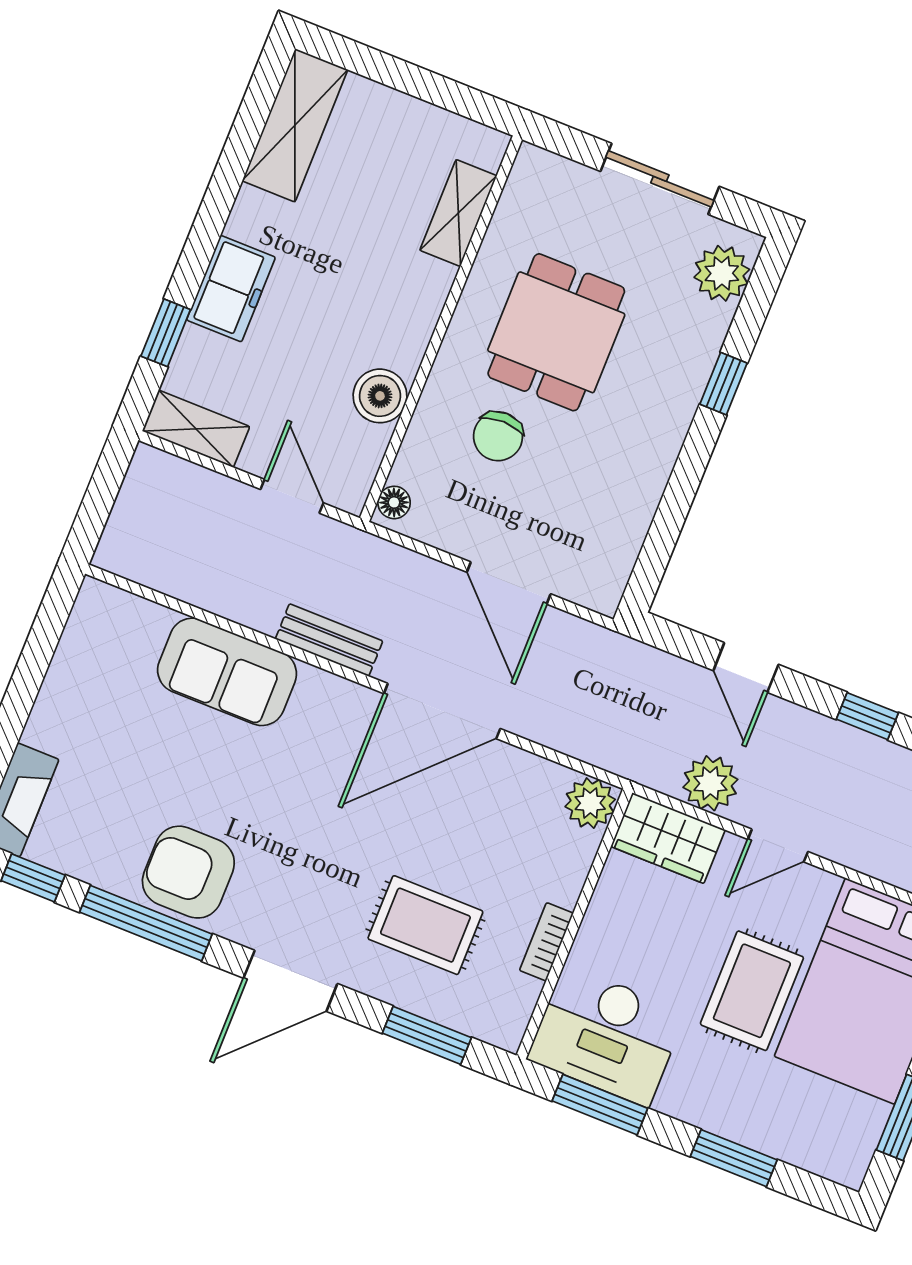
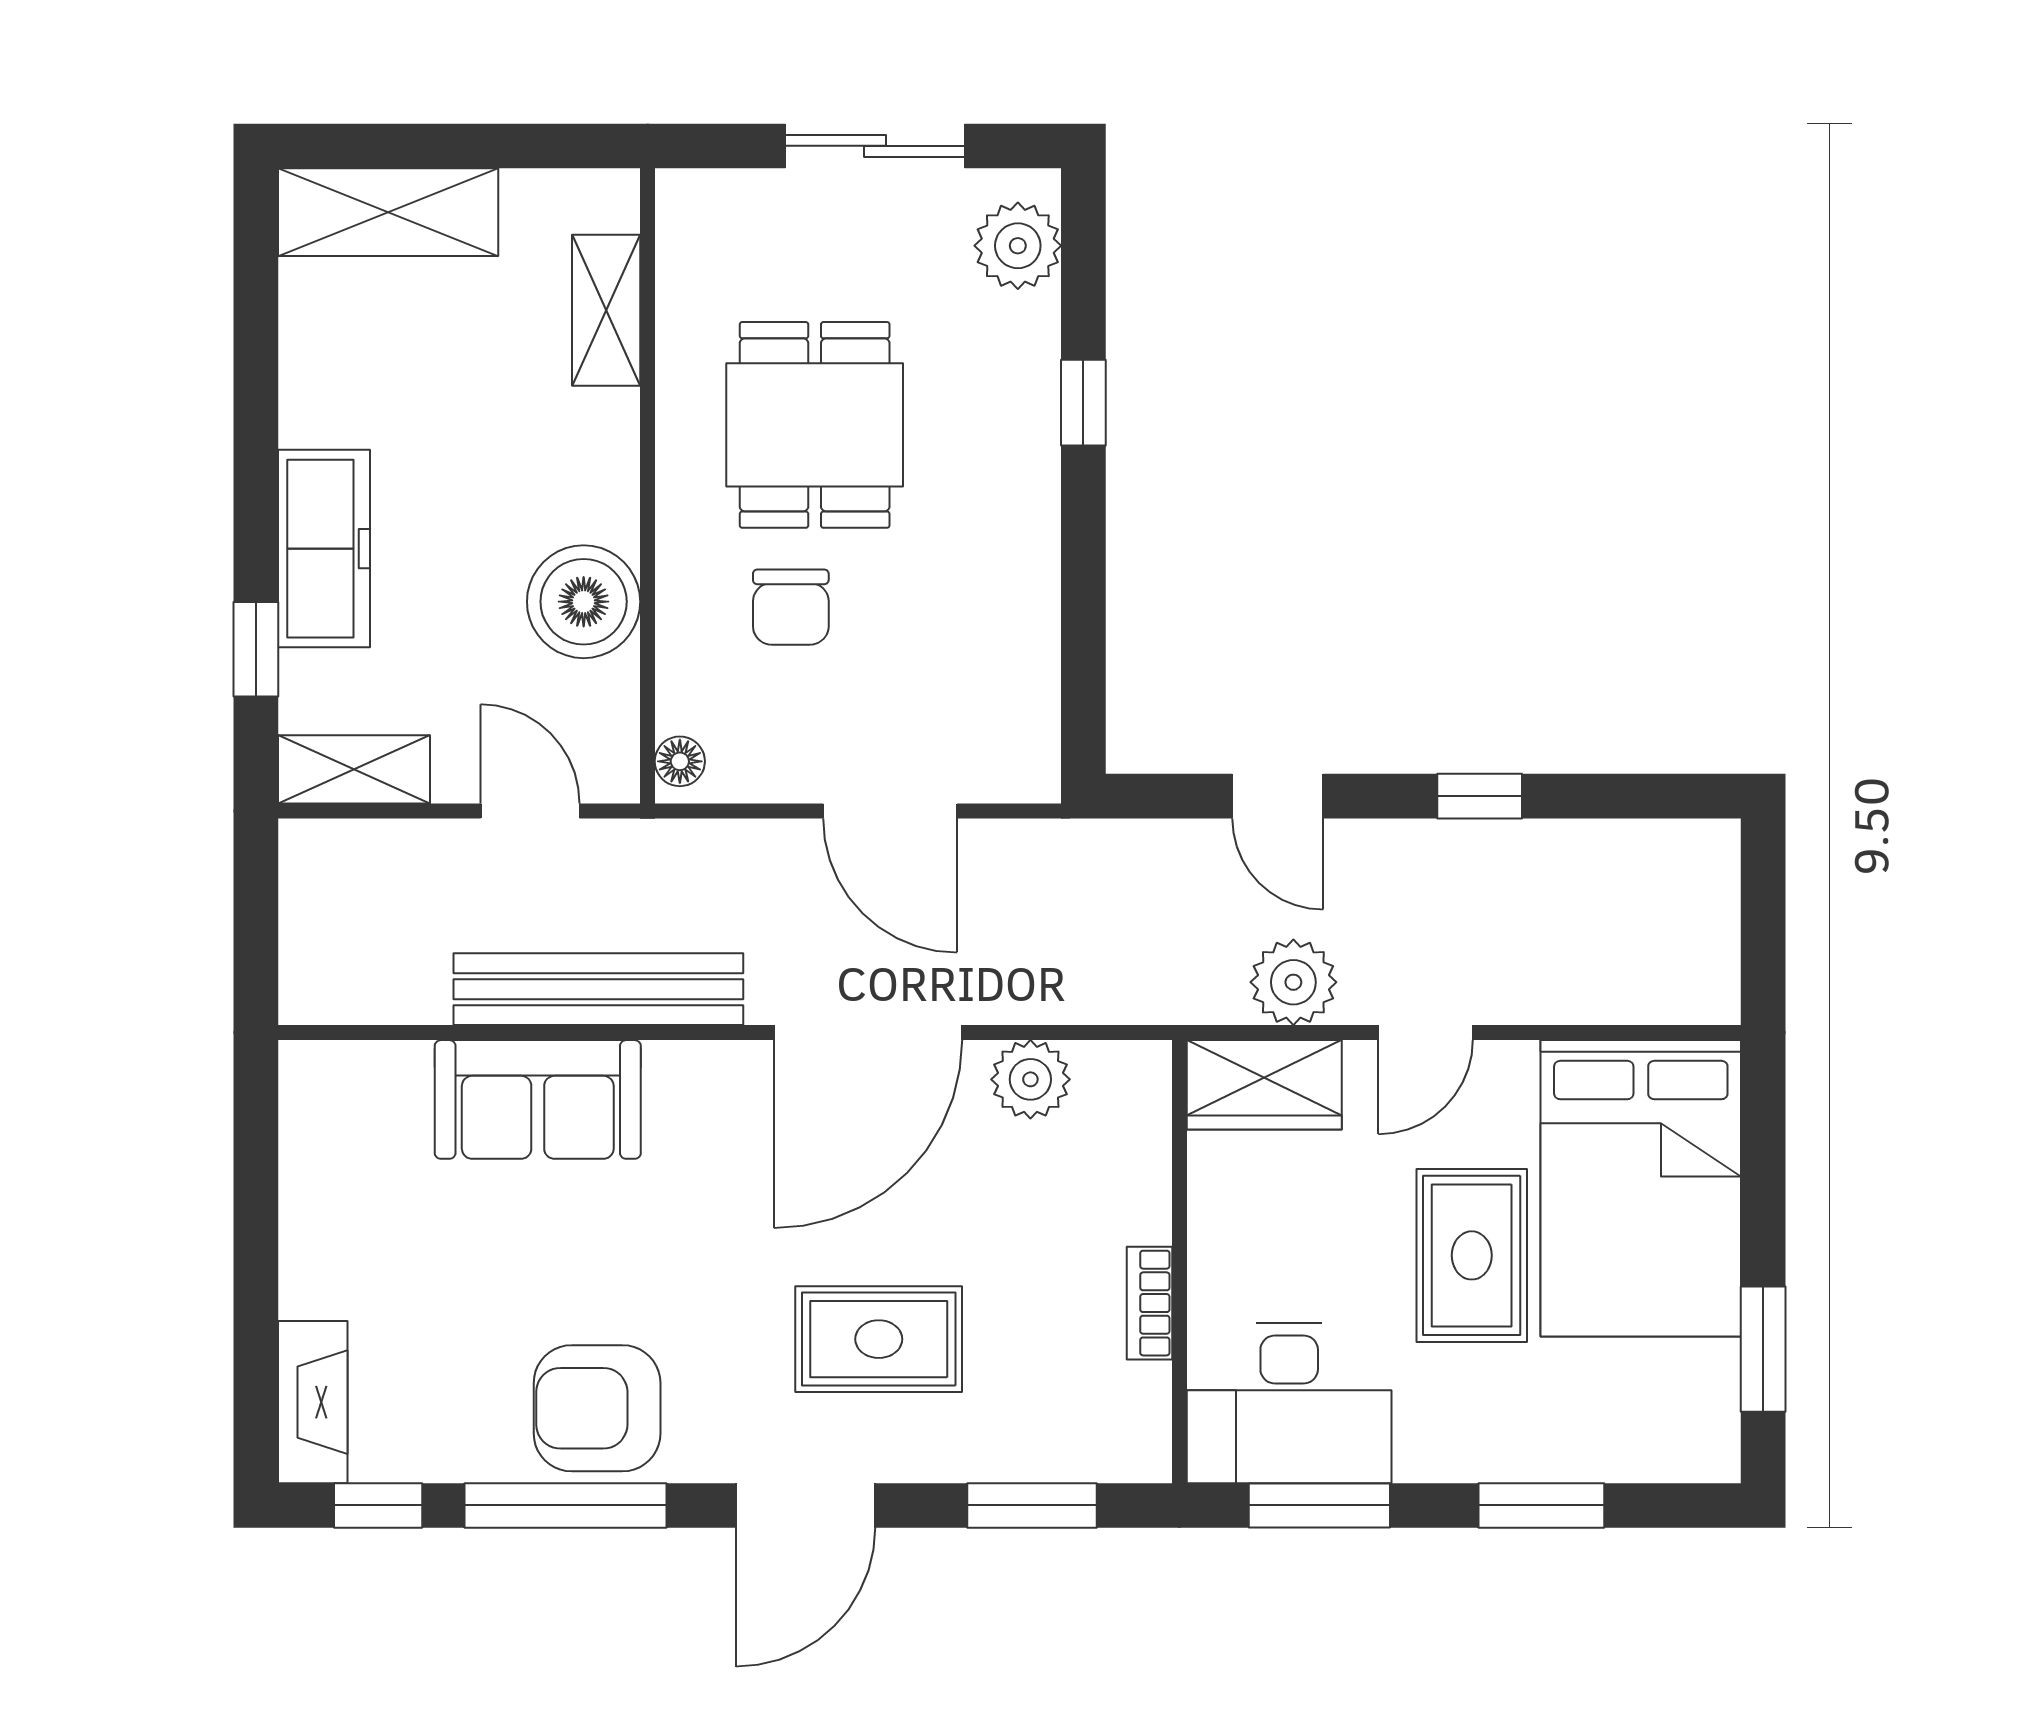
shelving: (295, 125) -> (388, 212), moved, turned 90
freezer: (231, 289) -> (324, 549), width x1.40
boiler: (380, 396) -> (584, 602), width x1.37, depth x1.37
bench: (329, 640) -> (598, 989), width x1.86, depth x1.21
plant: (590, 803) -> (1030, 1079), moved
rug: (425, 925) -> (879, 1339), moved

